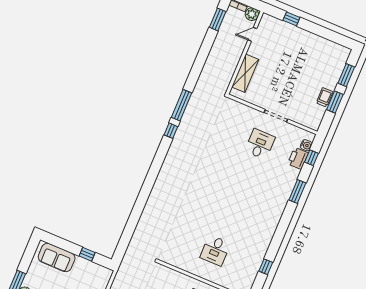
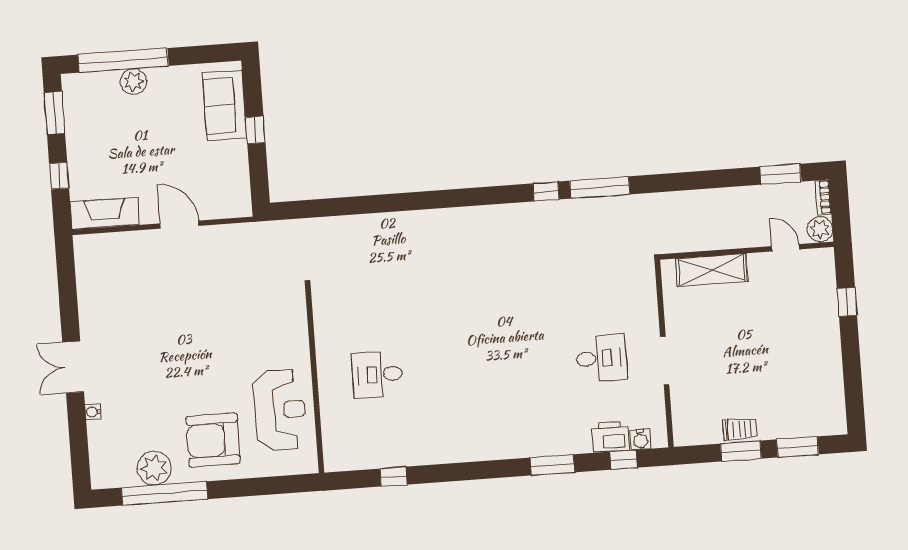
window: (87, 254) -> (255, 130), moved

